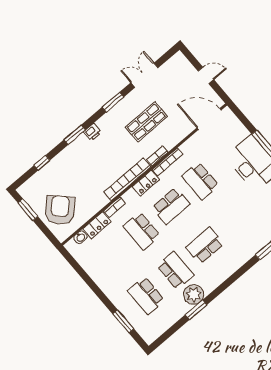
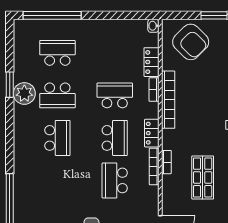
bookcase: (127, 179) -> (168, 100), moved
school desk: (200, 181) -> (115, 180), turned -90
school desk: (171, 206) -> (115, 138), turned 180
washbasin: (80, 237) -> (153, 26), moved
window: (123, 321) -> (52, 15), width x2.11

